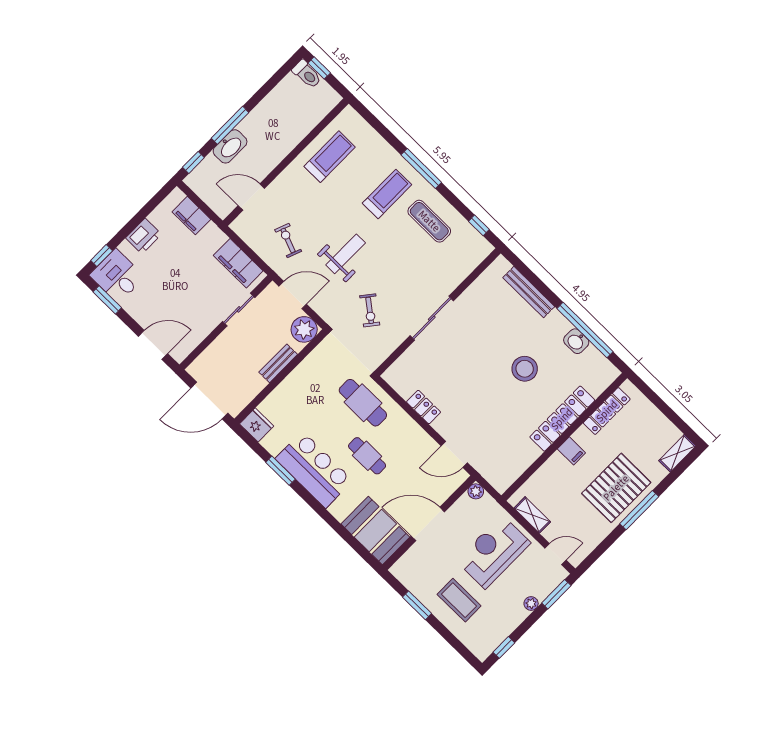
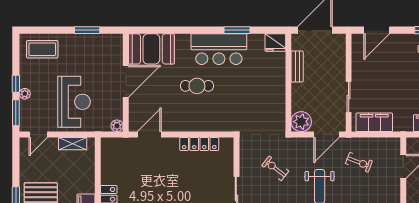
bench: (278, 363) -> (297, 66), moved
cafe table: (363, 403) -> (228, 113), removed
locker: (424, 407) -> (199, 144), width x1.53
coffee table: (459, 600) -> (42, 49), moved
window: (504, 647) -> (16, 84), moved

